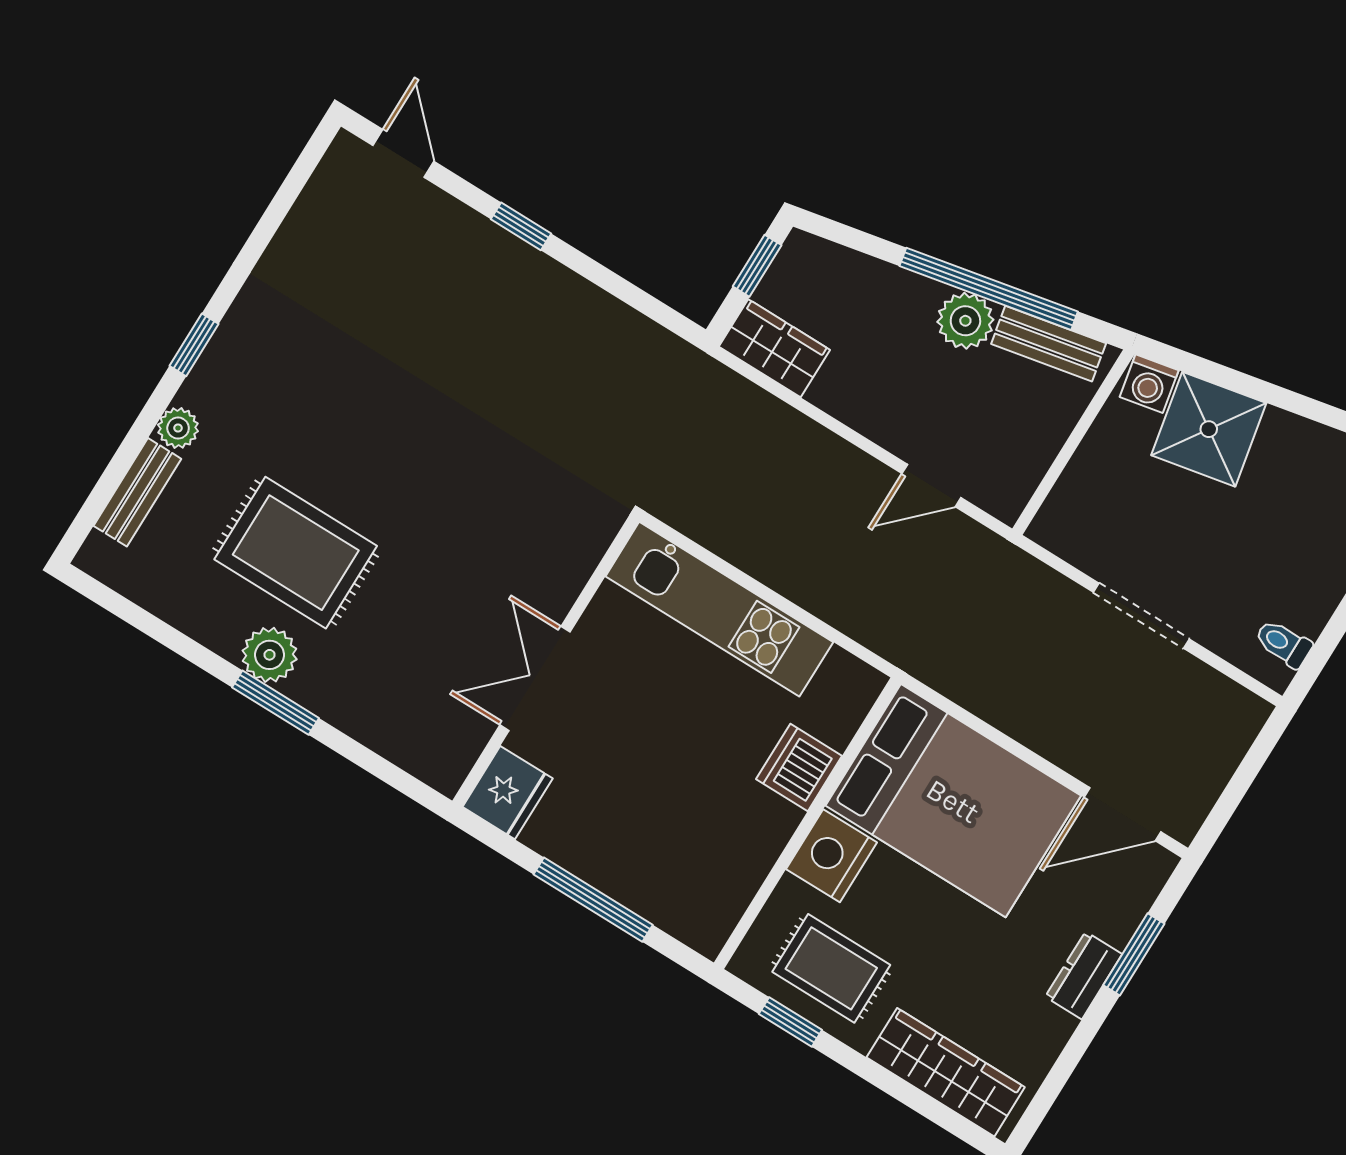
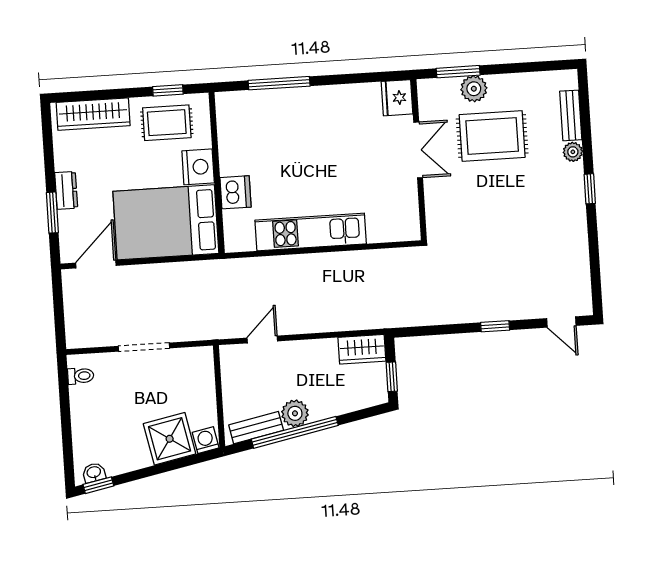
wall: (546, 661) -> (419, 160), moved
double door: (535, 678) -> (418, 150), moved
fridge: (508, 793) -> (397, 98), moved

